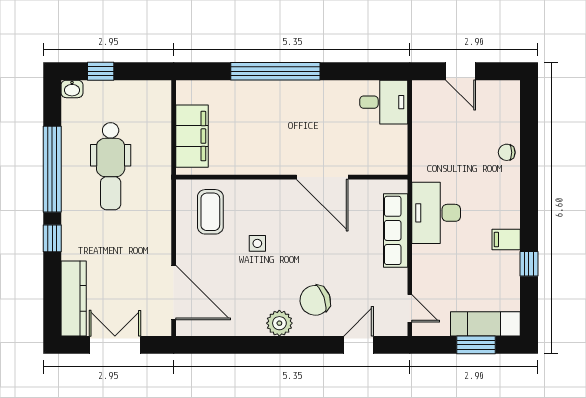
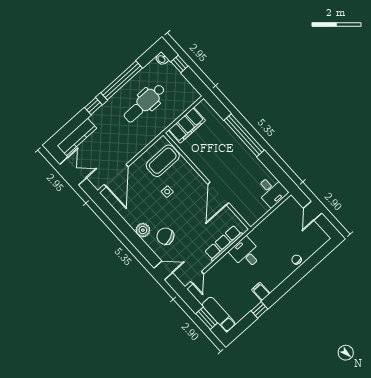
coffee table: (210, 212) -> (163, 161), width x1.36, depth x1.32
desk: (436, 213) -> (246, 253), width x0.73

